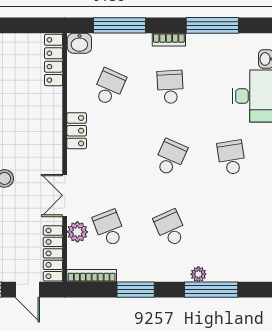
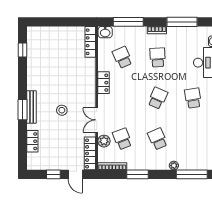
school desk: (109, 87) -> (122, 57), turned -48
window: (211, 290) -> (192, 174), moved

